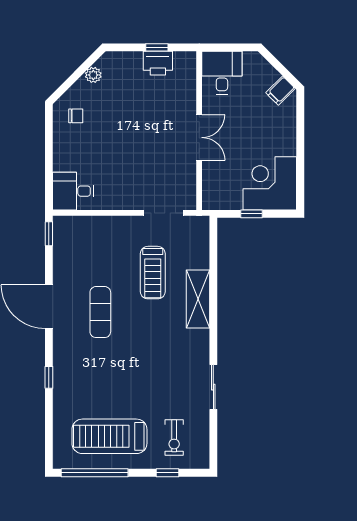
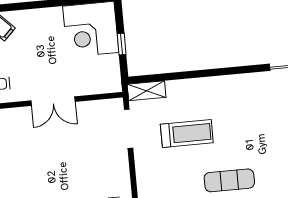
double door: (199, 137) -> (53, 101), swing flipped
shelving: (198, 299) -> (147, 91), moved, width x0.67, depth x0.75

